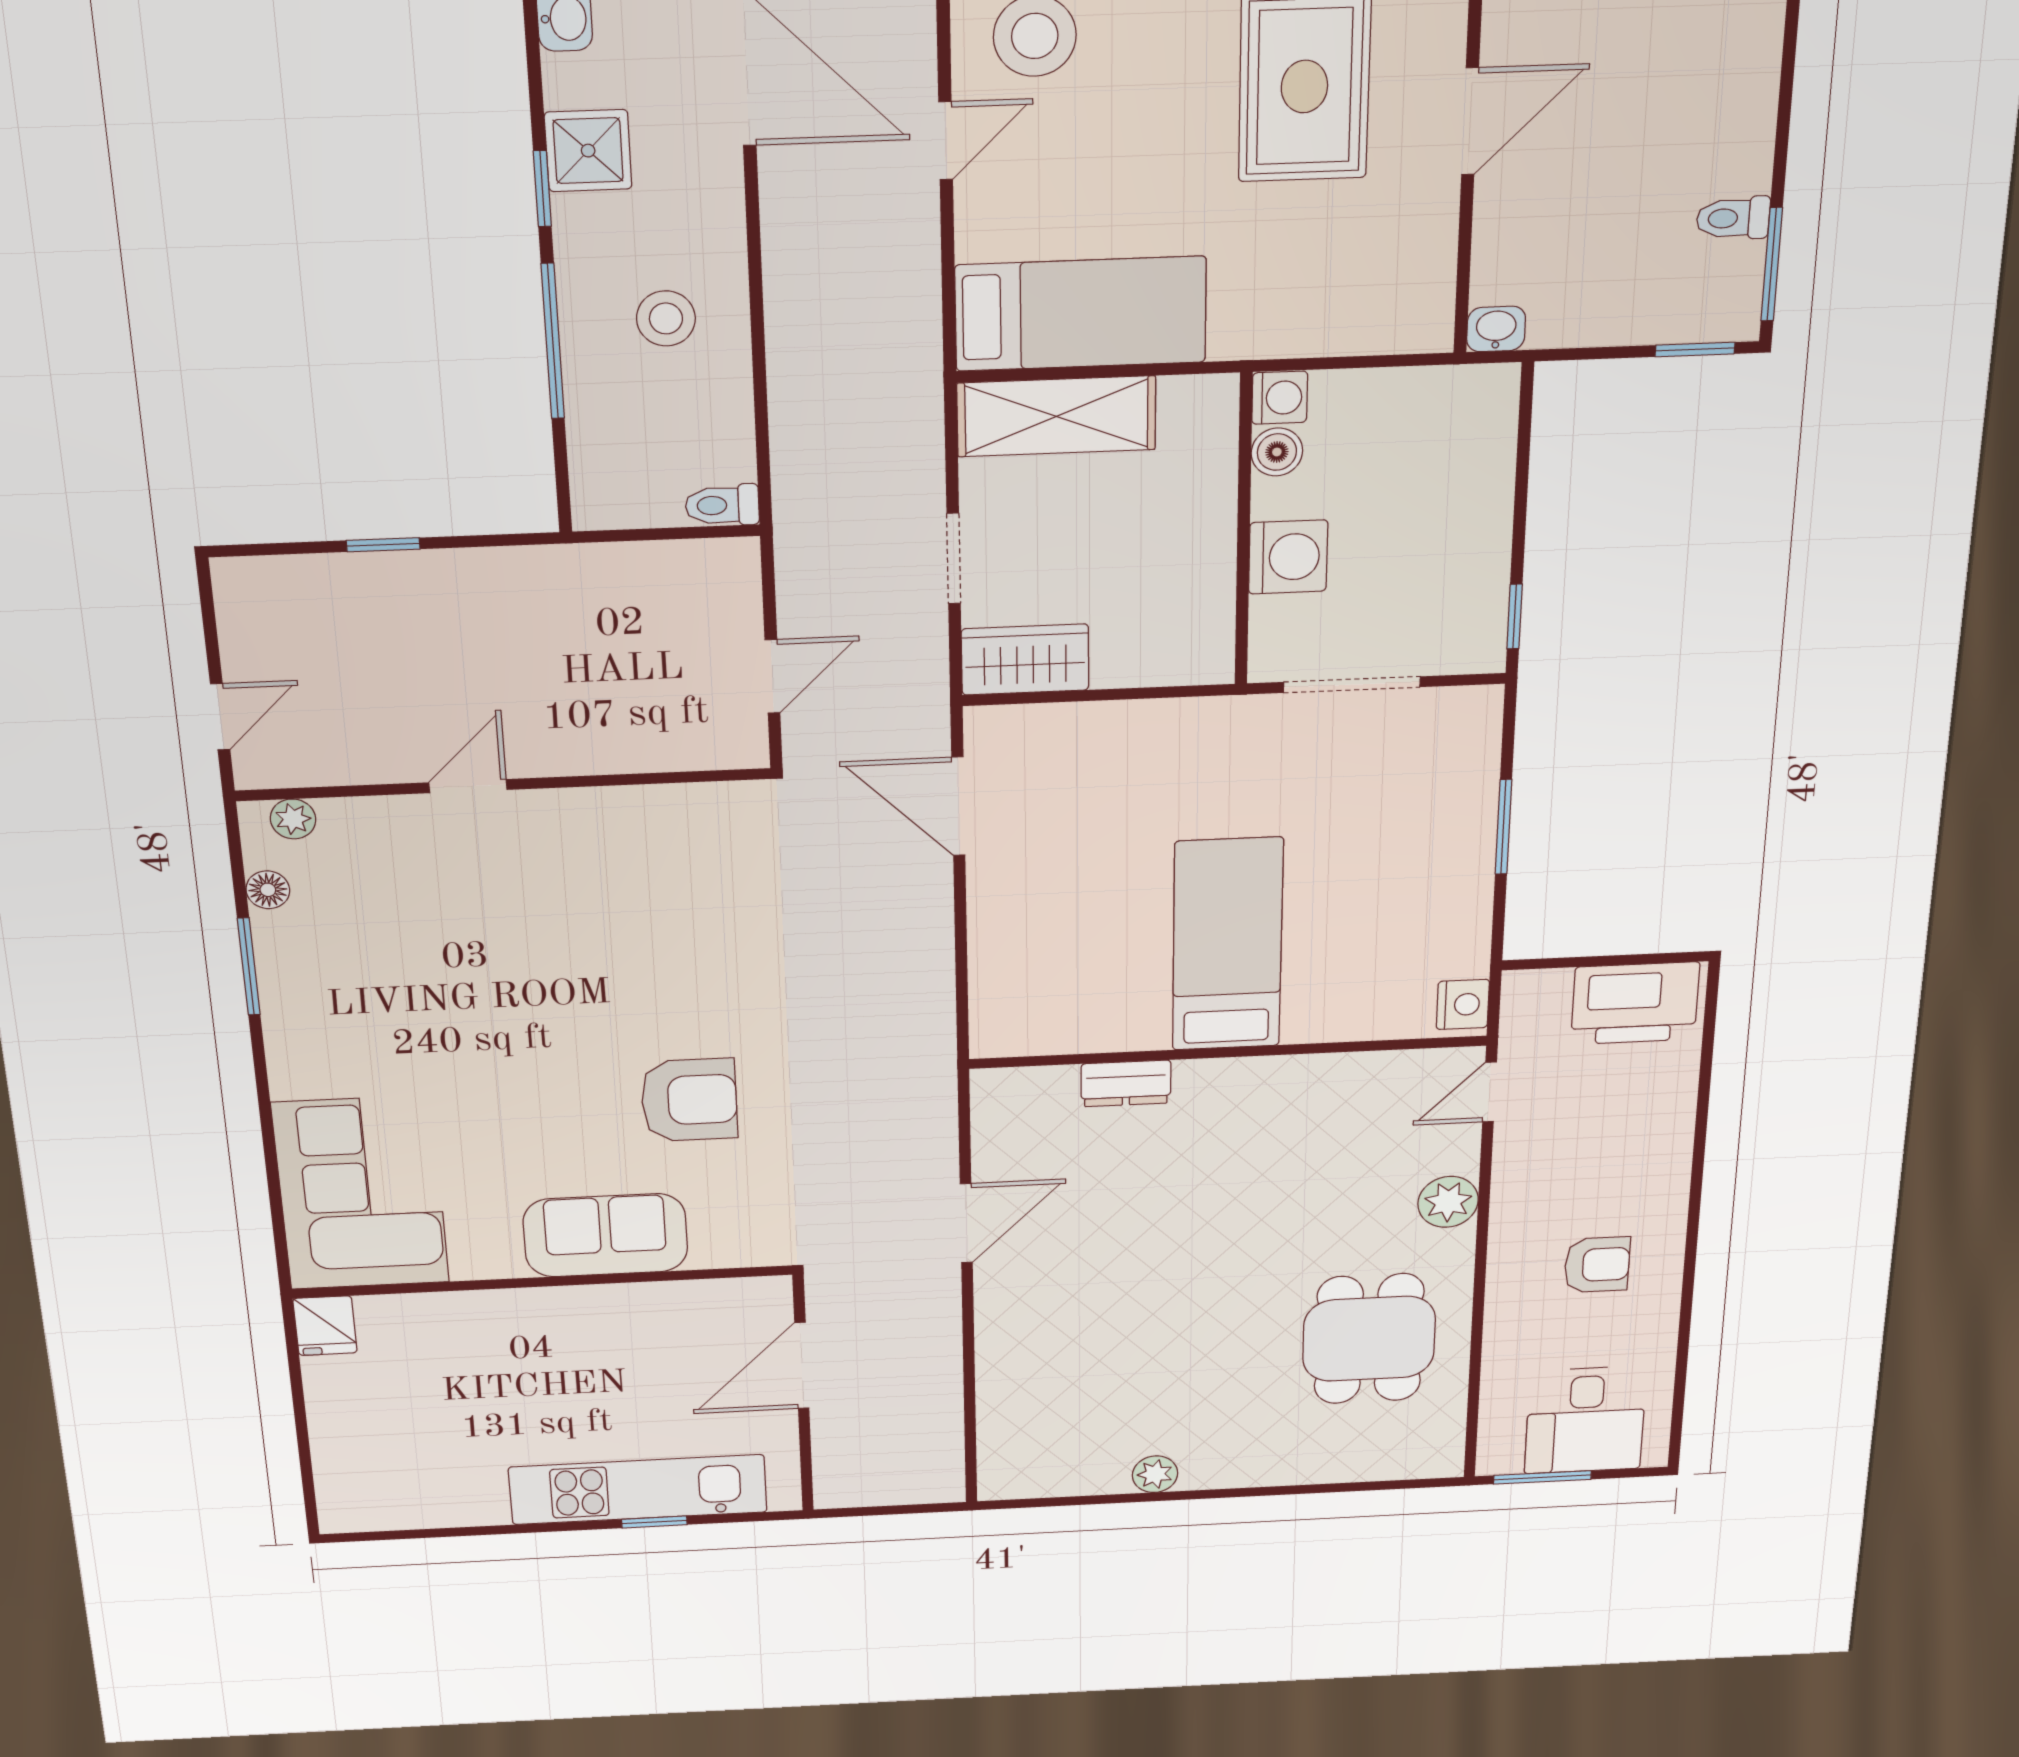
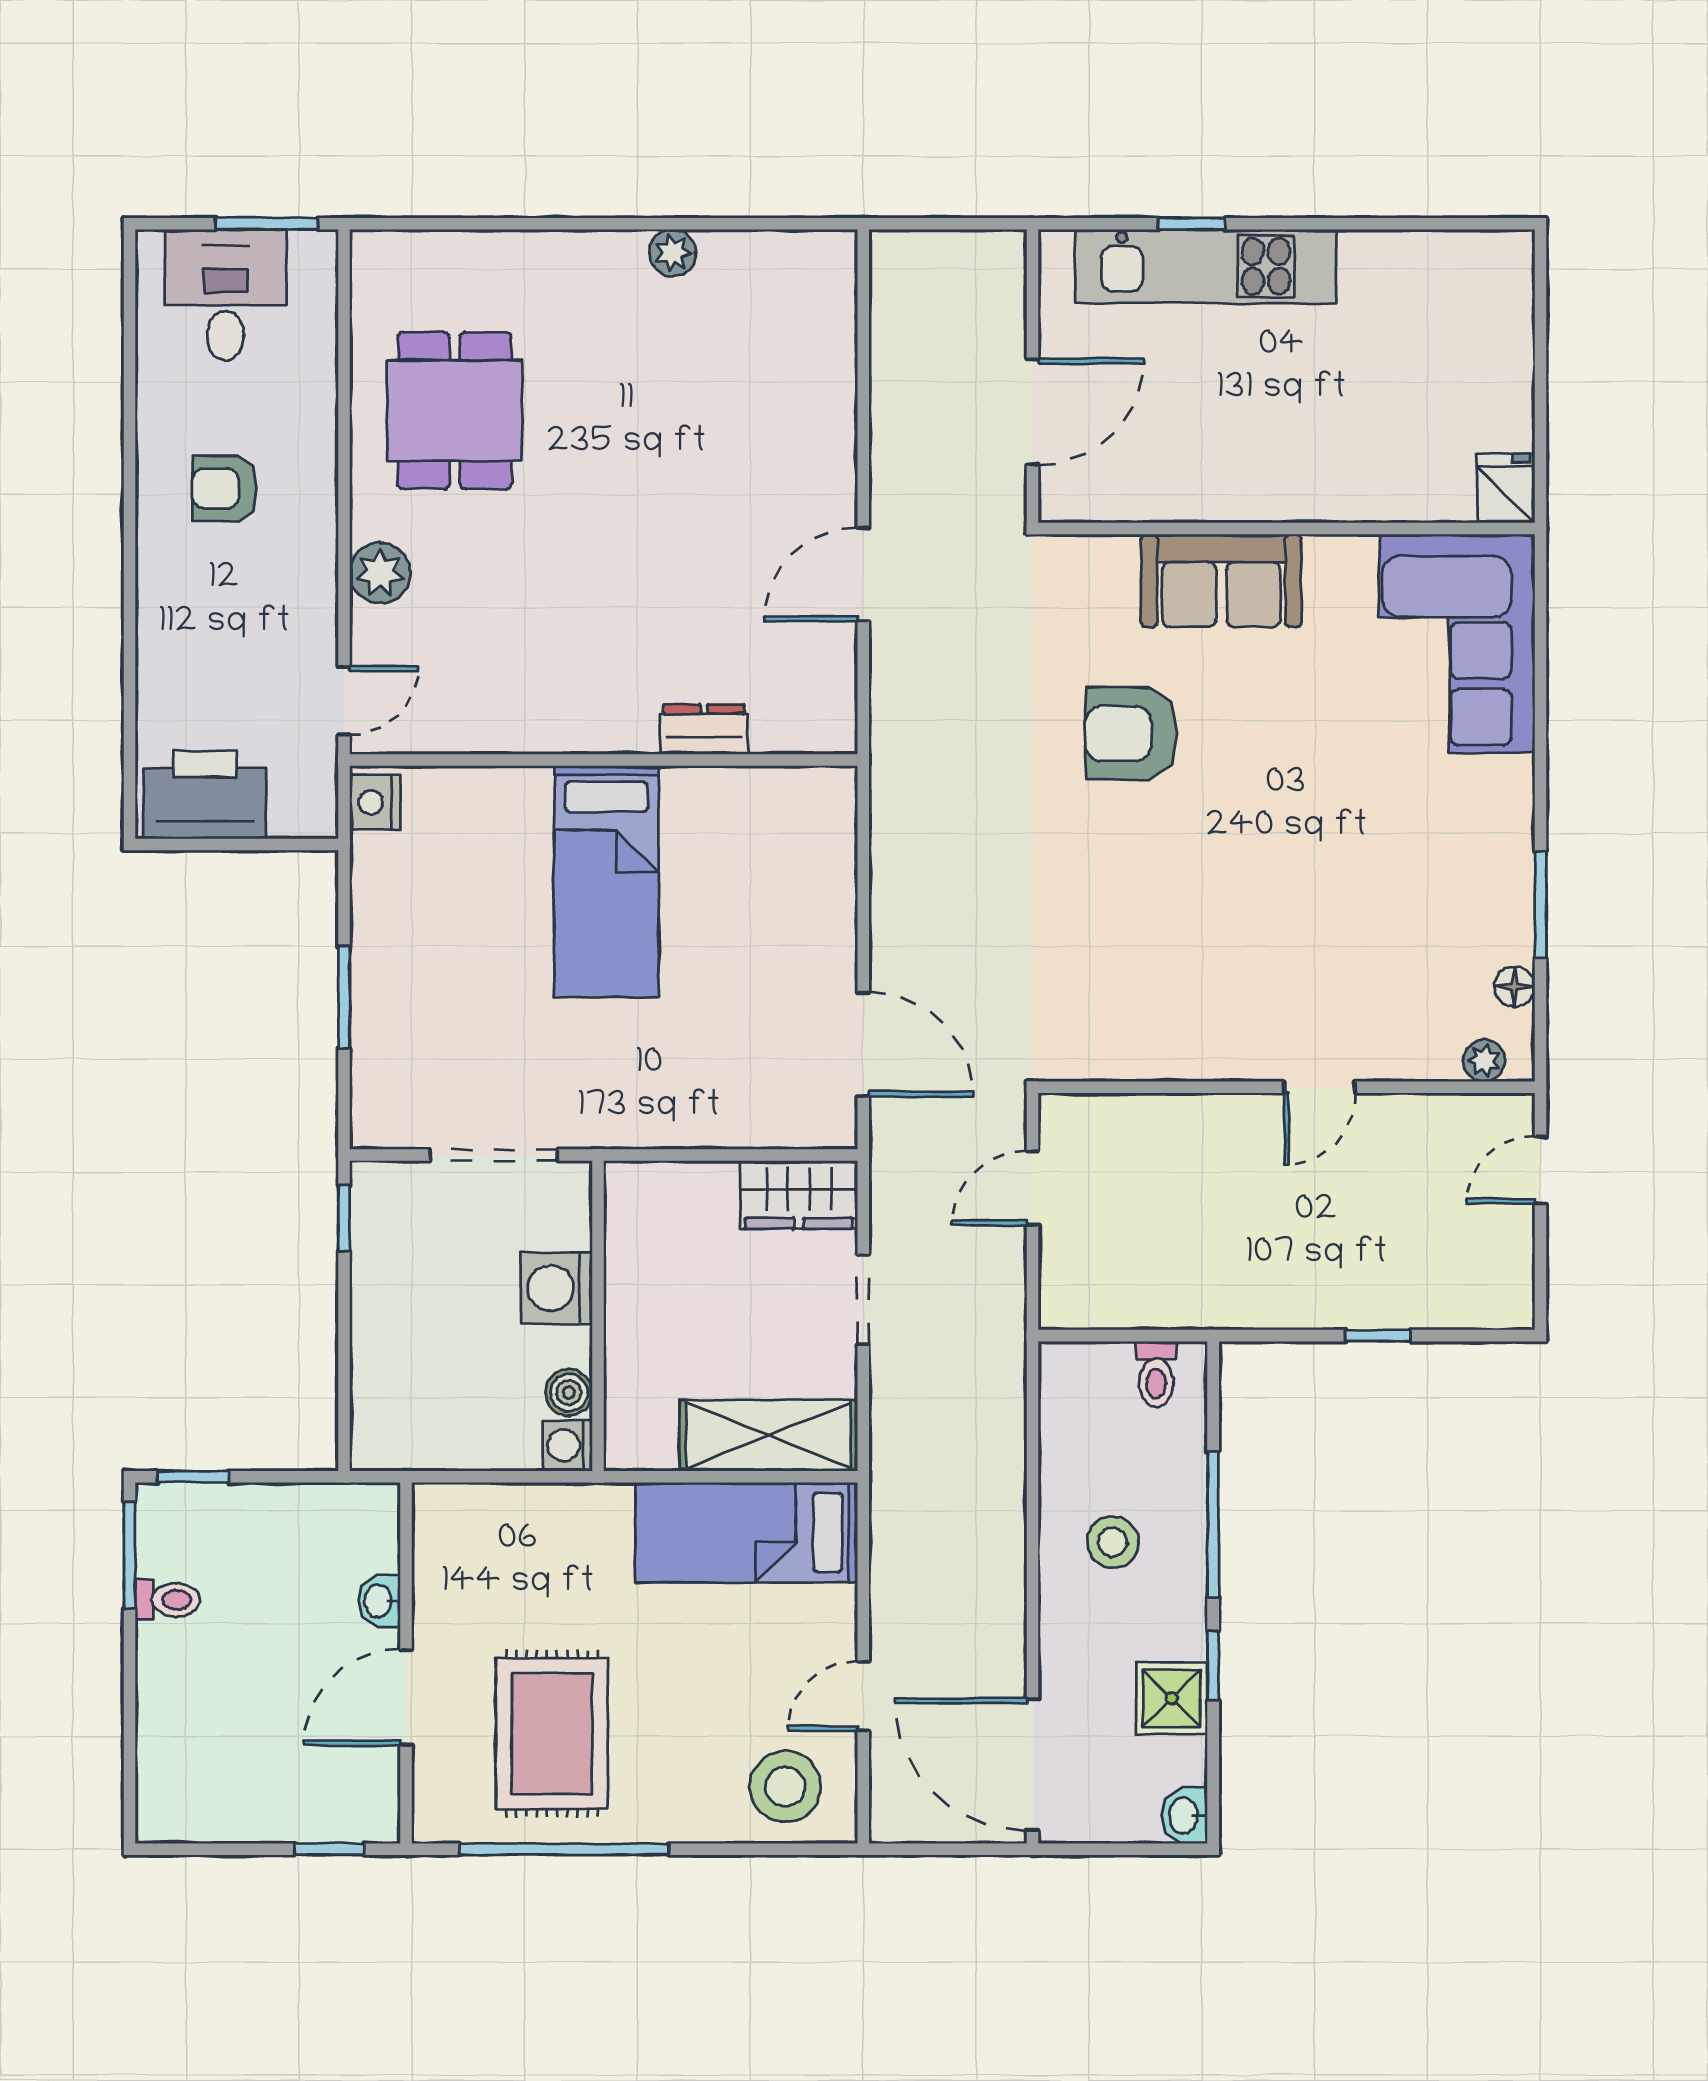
washbasin: (1496, 329) -> (379, 1601), moved, turned 90
toilet: (722, 505) -> (1156, 1374), moved, turned 90

